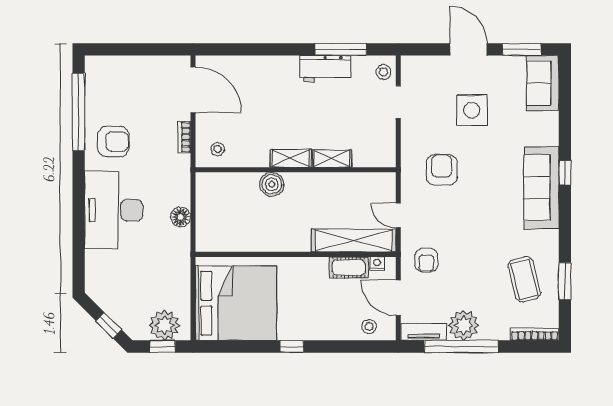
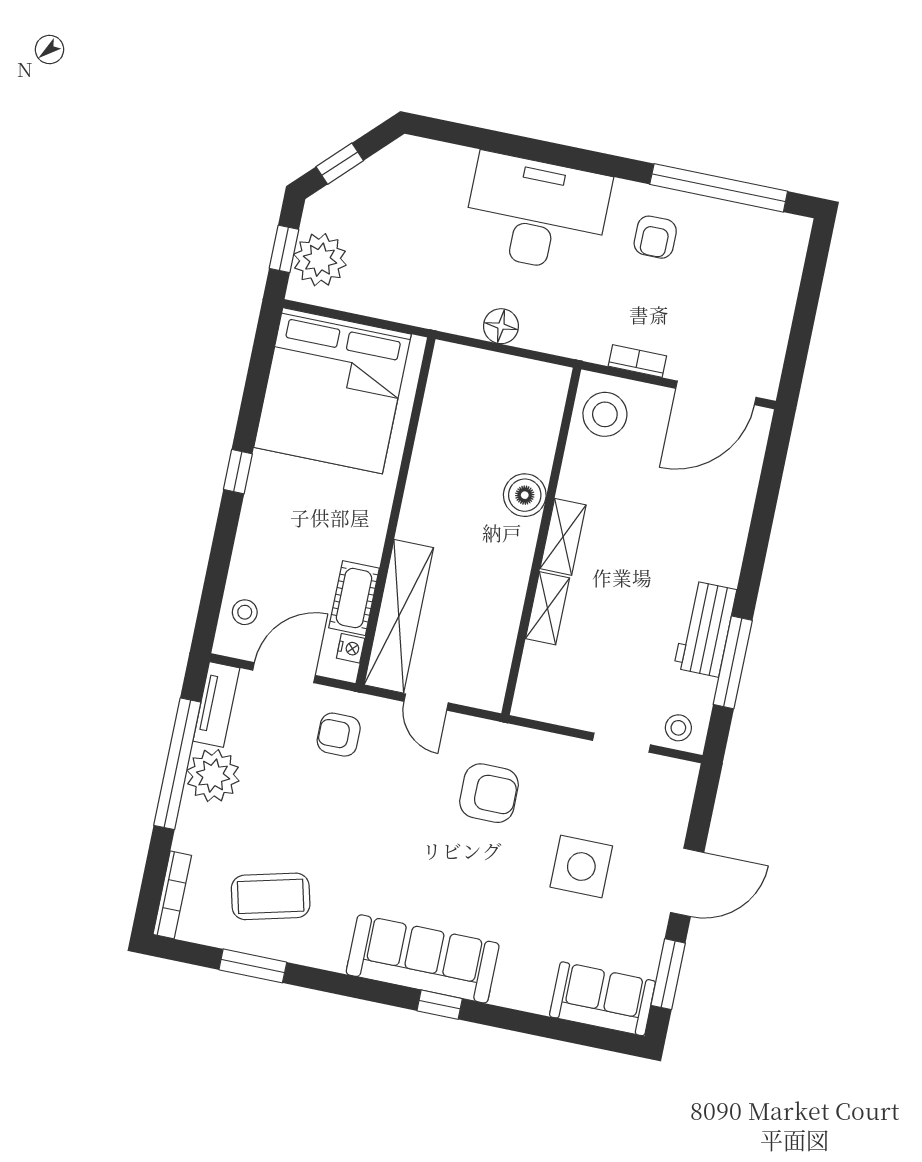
armchair: (113, 141) -> (655, 237), width x0.72, depth x0.72
stool: (218, 149) -> (605, 414), width x1.89, depth x1.89
door: (398, 215) -> (426, 702), swing flipped

